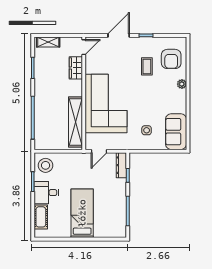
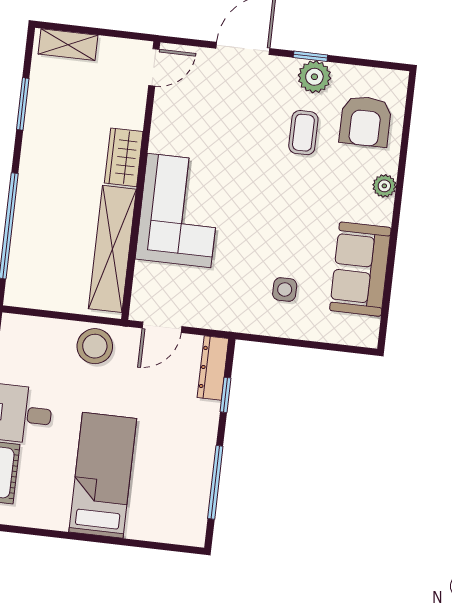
plant: (149, 43) -> (314, 77), added
wardrobe: (76, 68) -> (124, 157), moved
corner sofa: (106, 103) -> (179, 210), width x0.73, depth x0.74
sofa: (176, 132) -> (360, 269), moved
stool: (46, 165) -> (95, 346), moved

